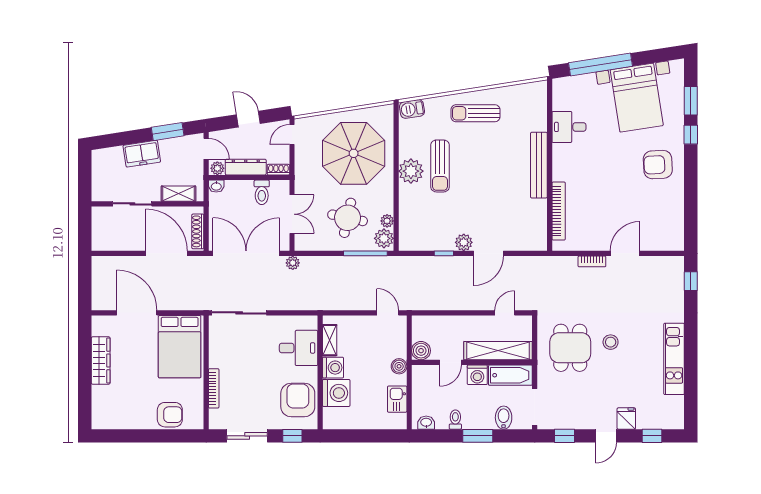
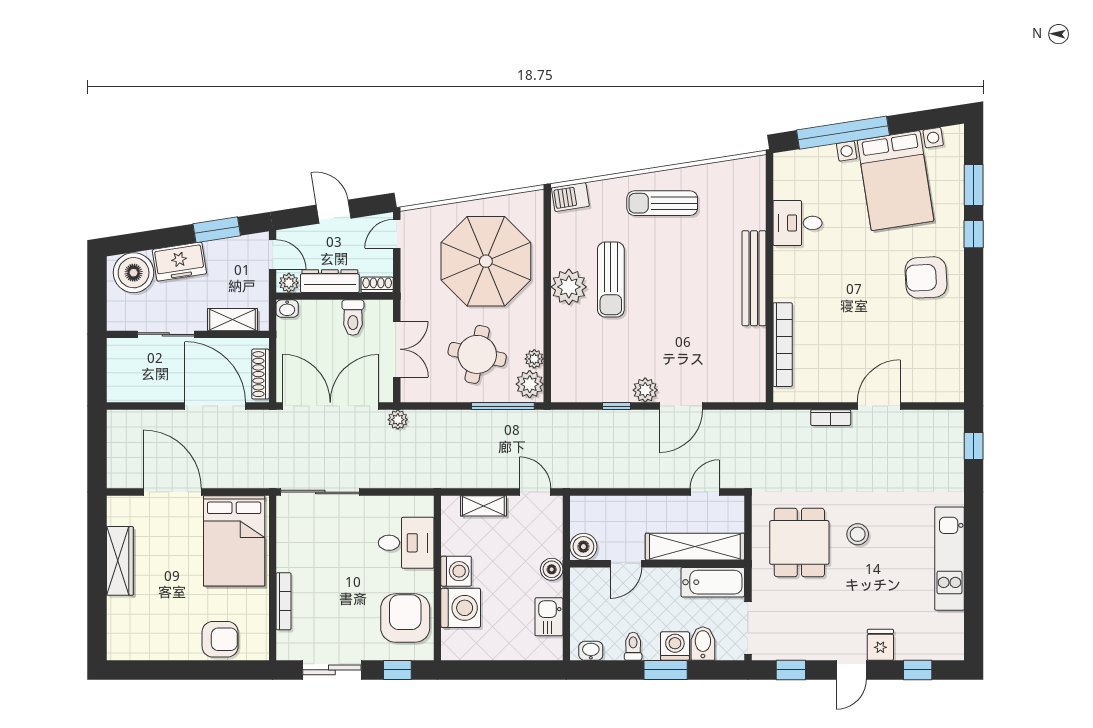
boiler: (110, 161) -> (134, 273), added
shelving: (330, 340) -> (483, 506), moved, turned 90
washing machine: (477, 375) -> (675, 646), moved, turned 180

